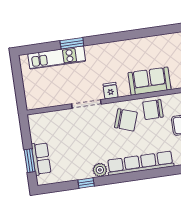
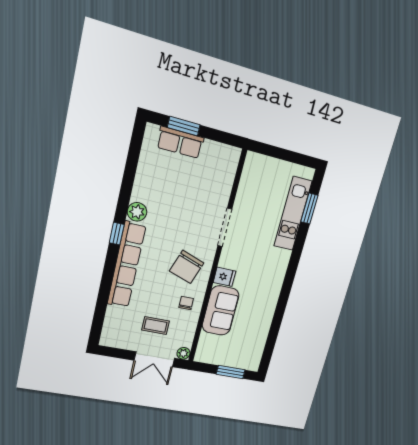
window: (72, 43) -> (309, 208), moved
fridge: (110, 91) -> (225, 277), moved
chair: (153, 110) -> (186, 303), width x0.54, depth x0.54
window: (86, 183) -> (117, 234), moved

